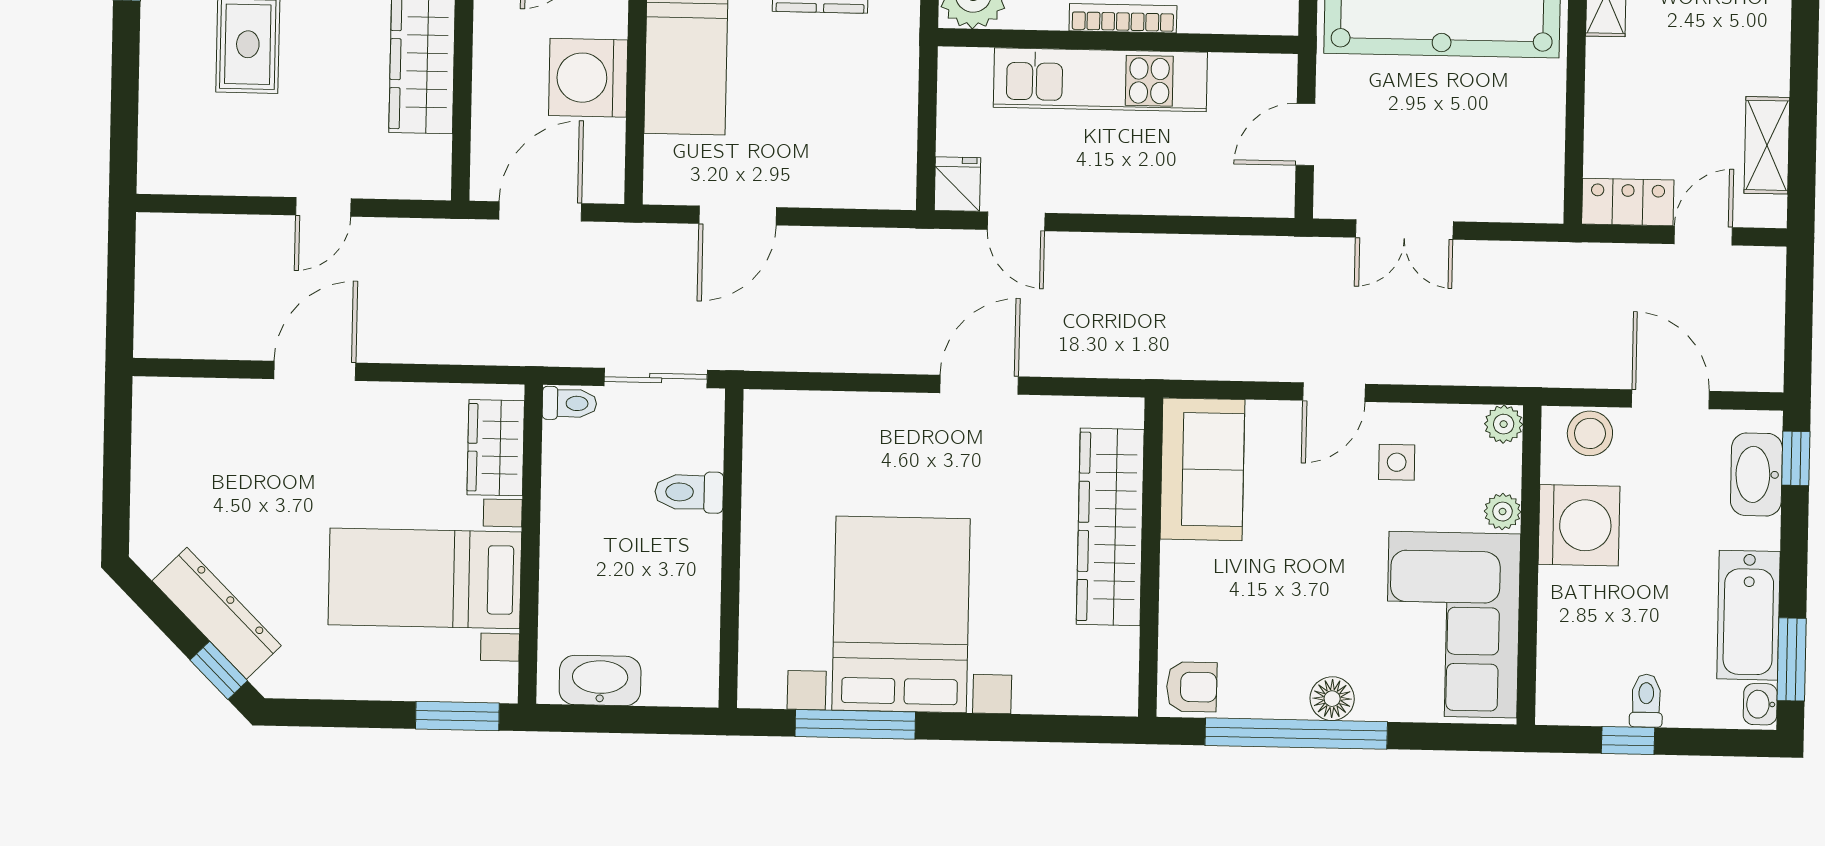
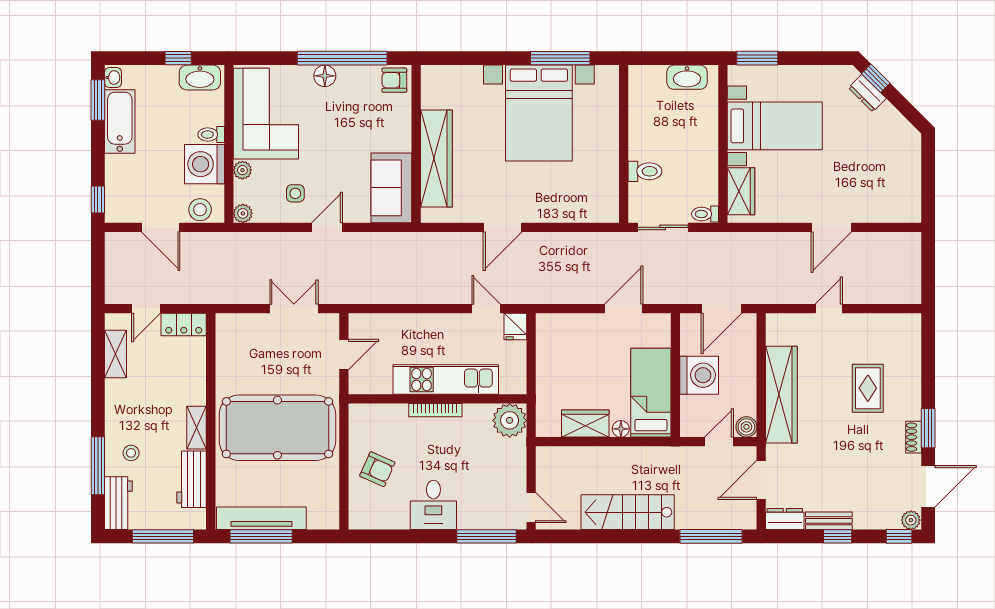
washbasin: (1756, 474) -> (200, 77), moved, turned 90
dresser: (217, 613) -> (867, 93), width x0.51, depth x0.80
toilet: (1646, 701) -> (211, 135), moved, turned 90

